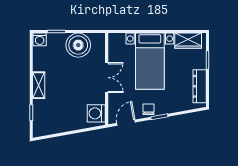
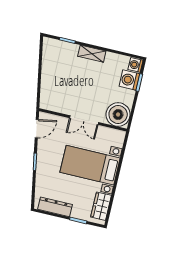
boiler: (78, 45) -> (118, 114), moved
chair: (148, 109) -> (44, 153), removed
washing machine: (96, 113) -> (129, 80), moved, turned -90
door: (126, 123) -> (37, 129), hinge flipped

